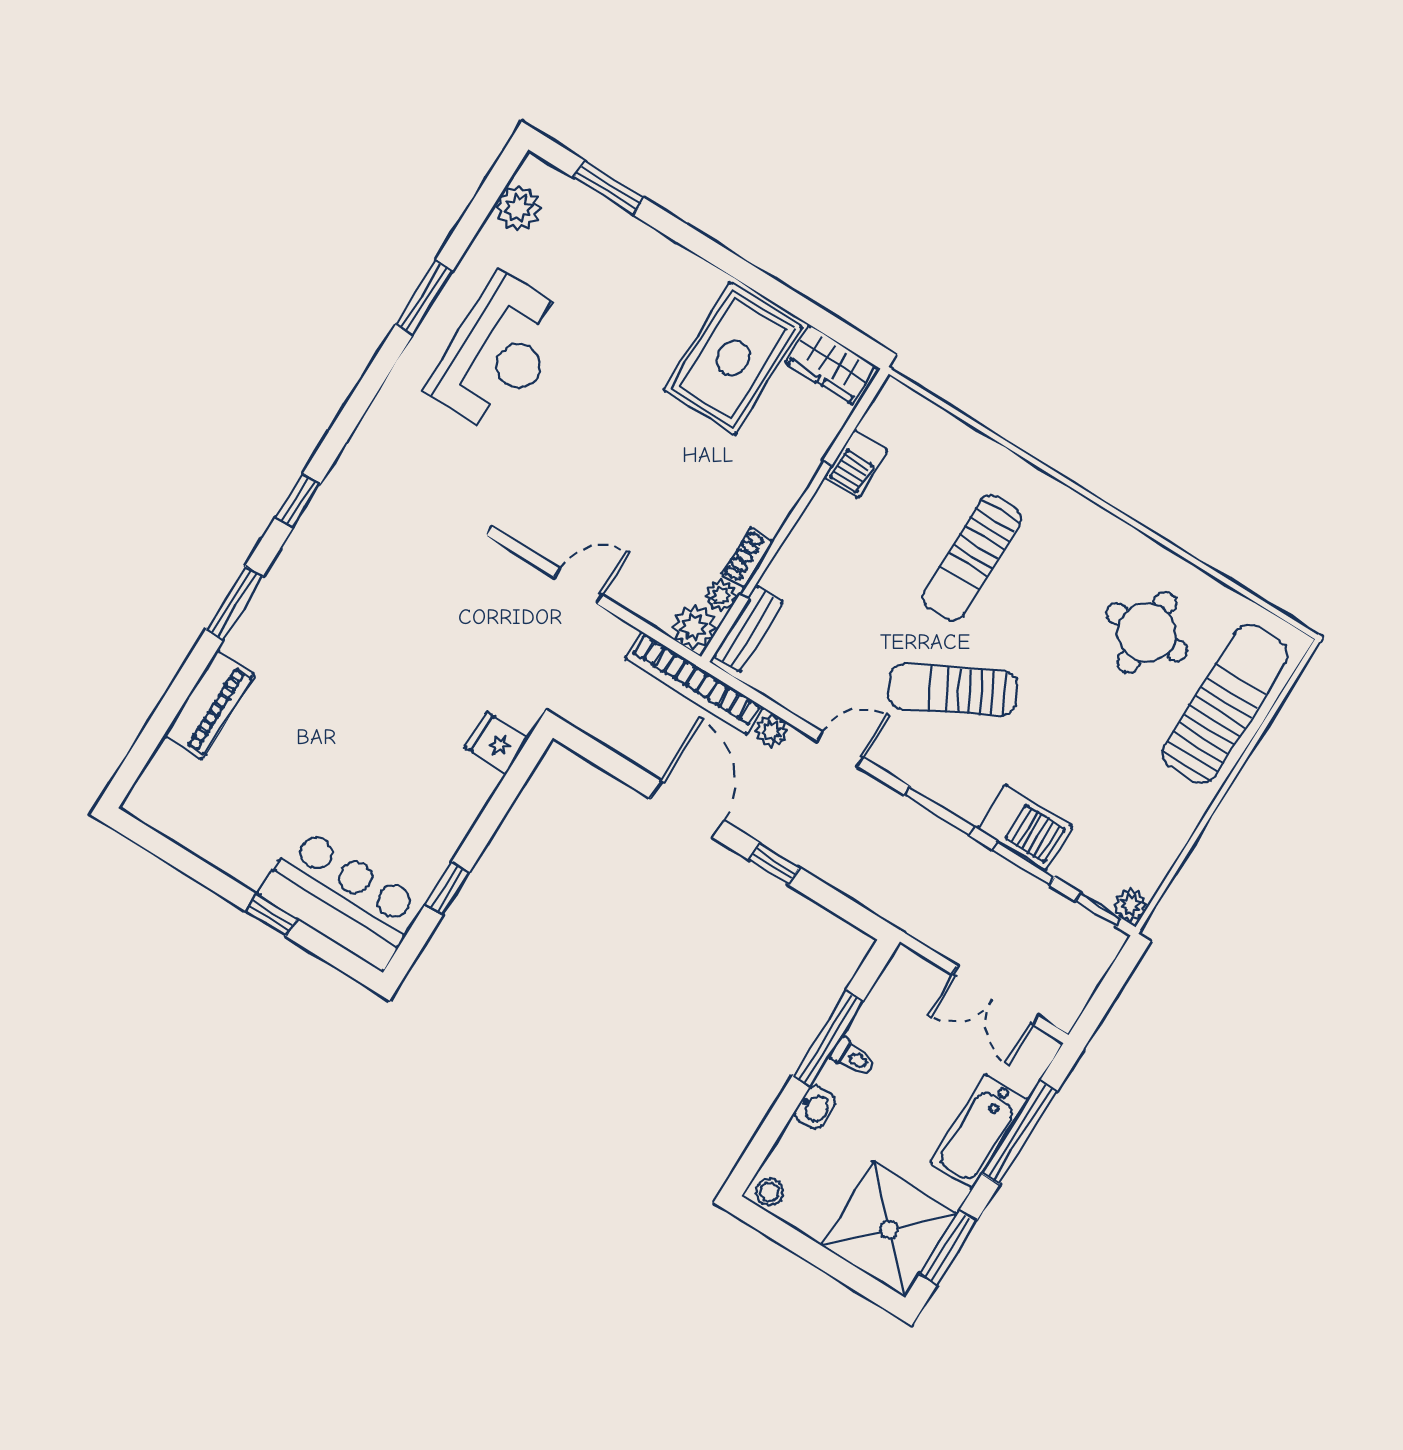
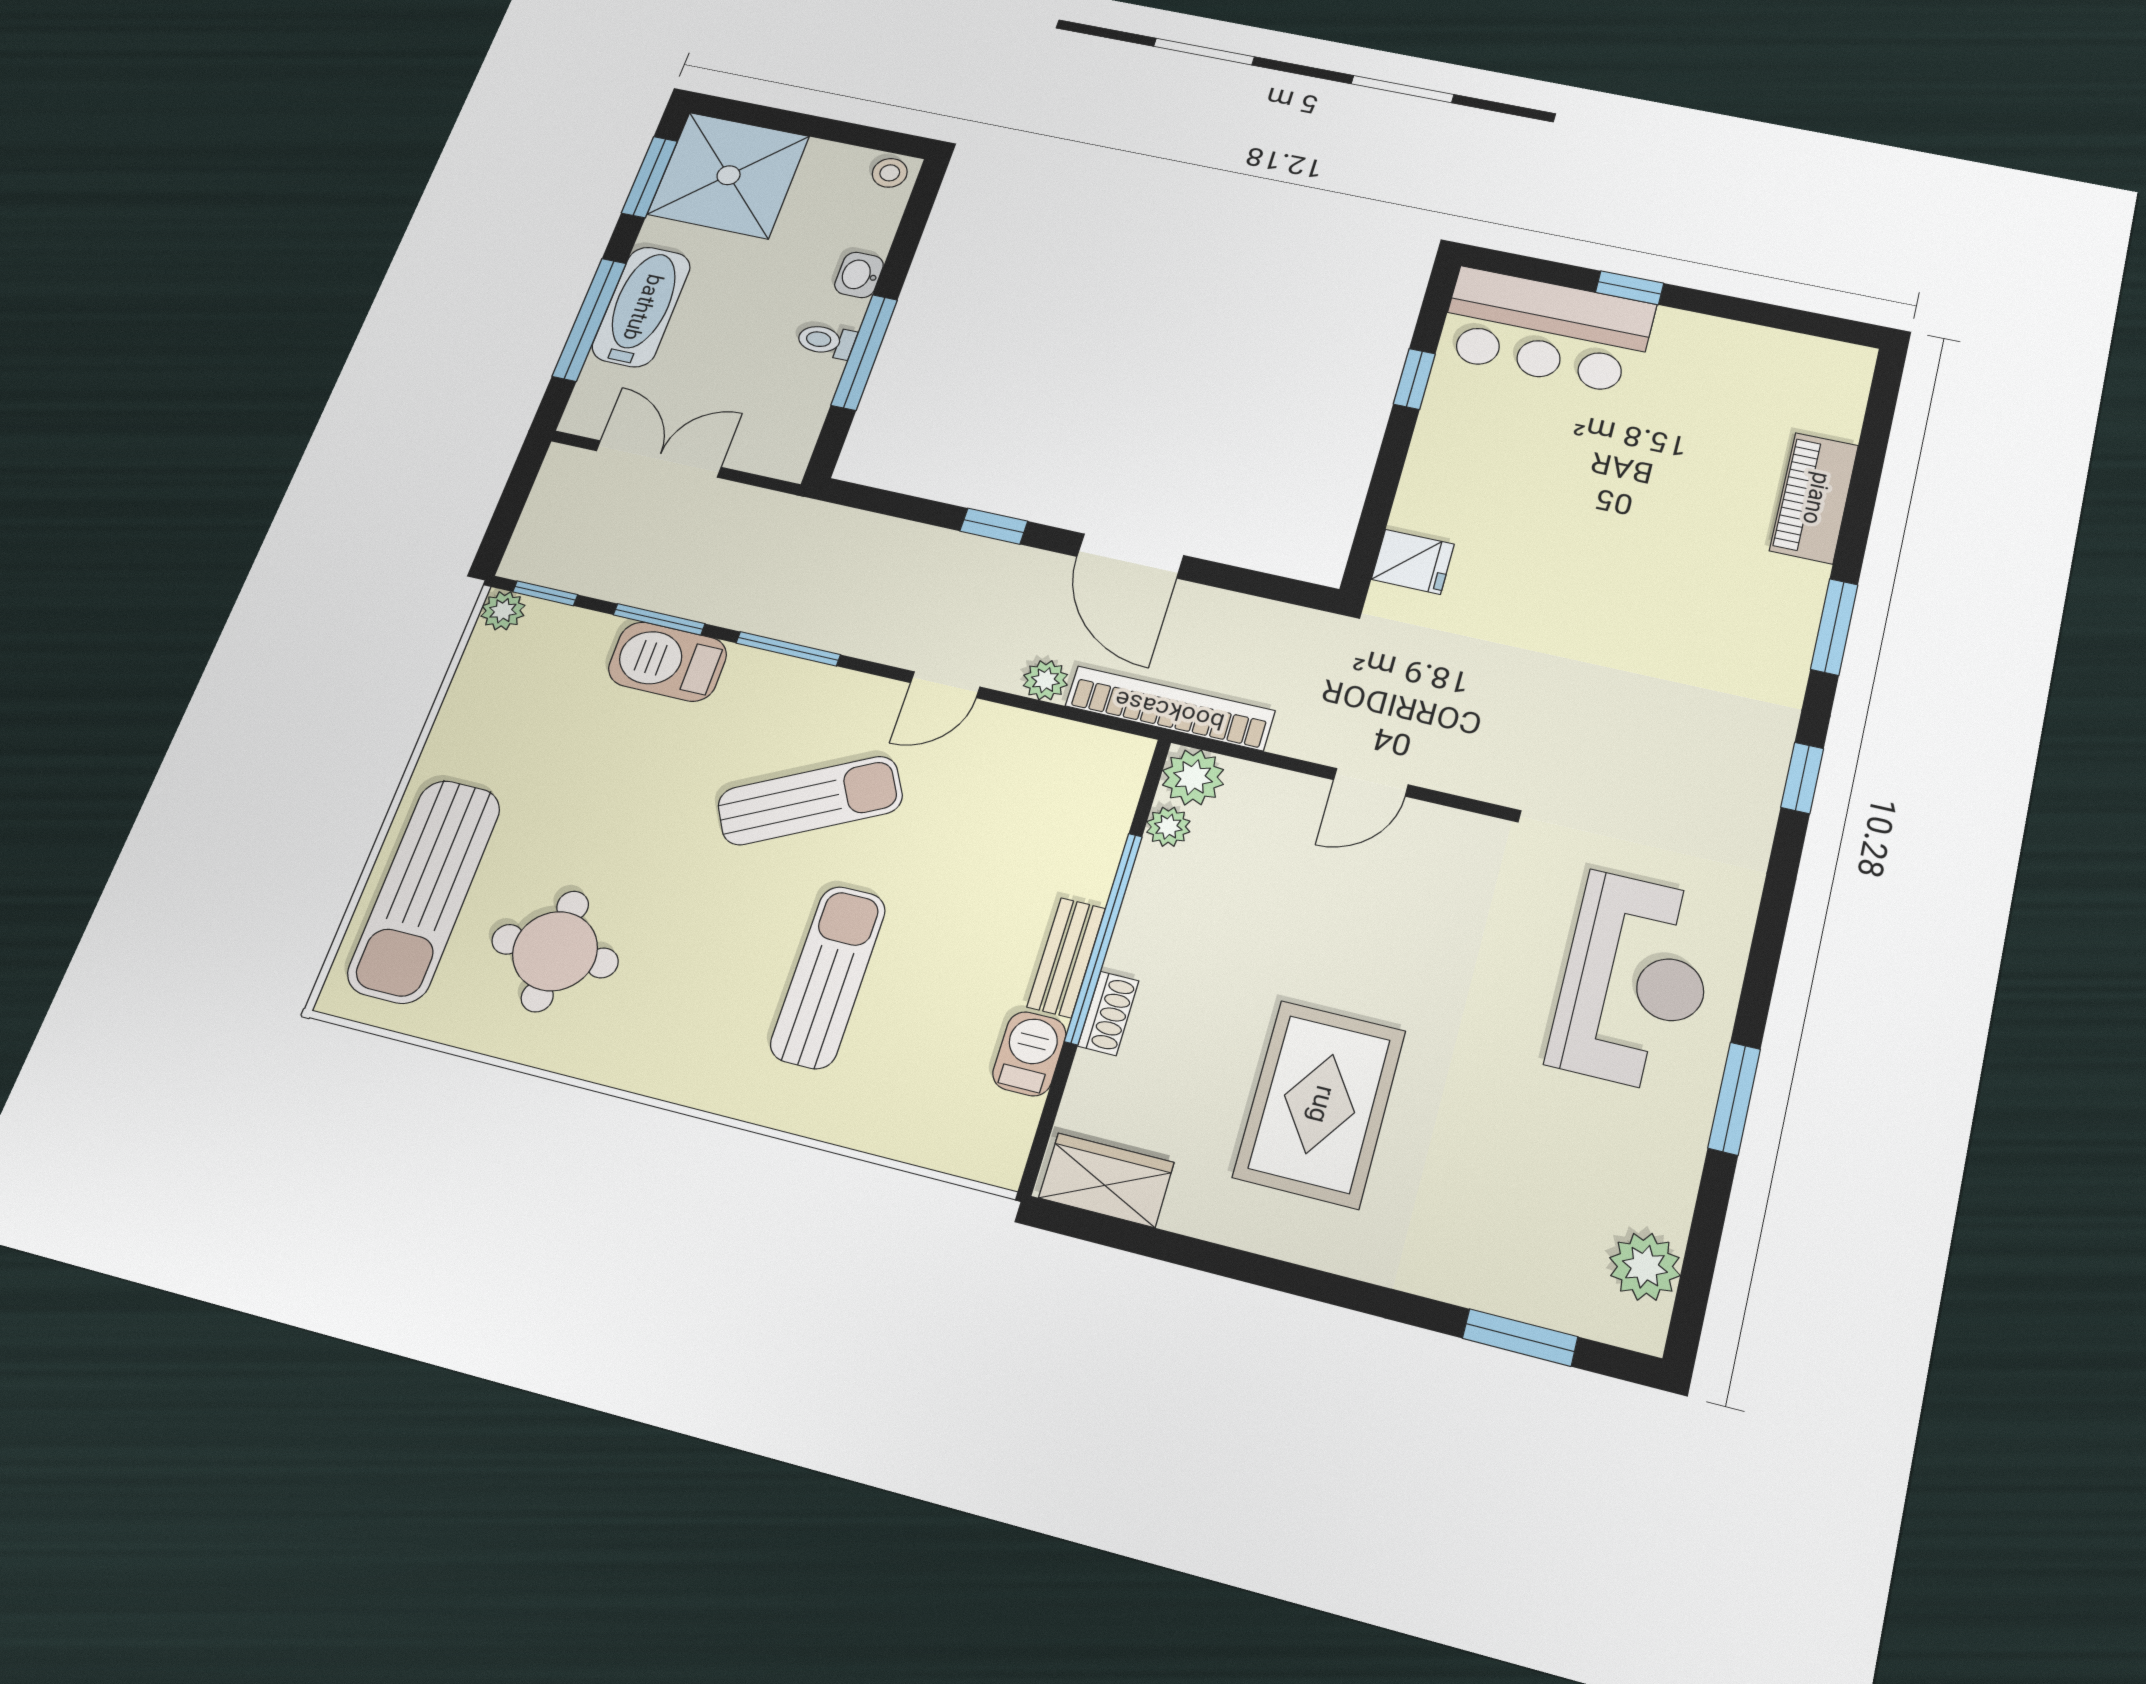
reception desk: (498, 353) -> (1635, 981), moved, turned 180
rug: (733, 358) -> (1319, 1104), moved
shoe rack: (747, 558) -> (1108, 1013), moved
bench: (748, 629) -> (1066, 957), moved

